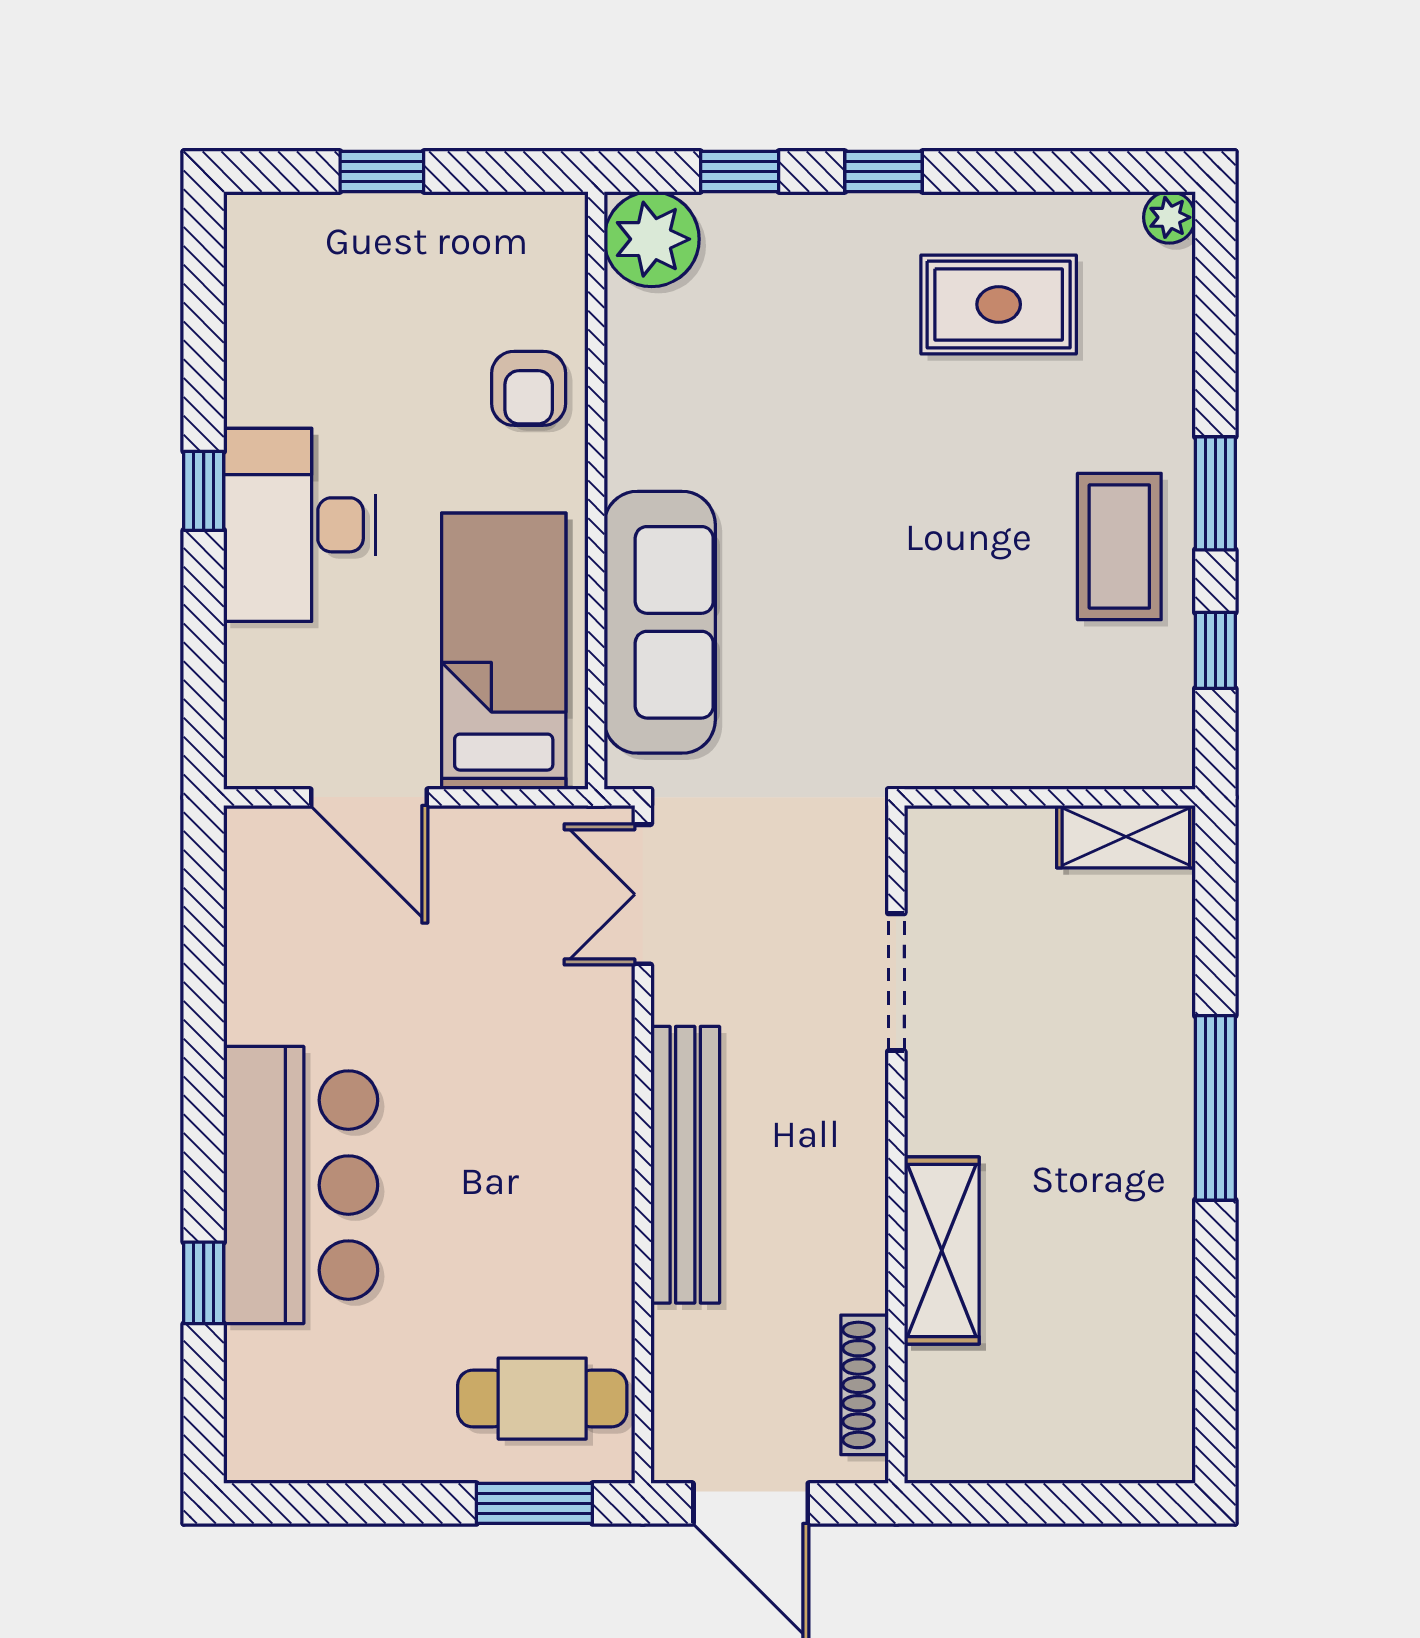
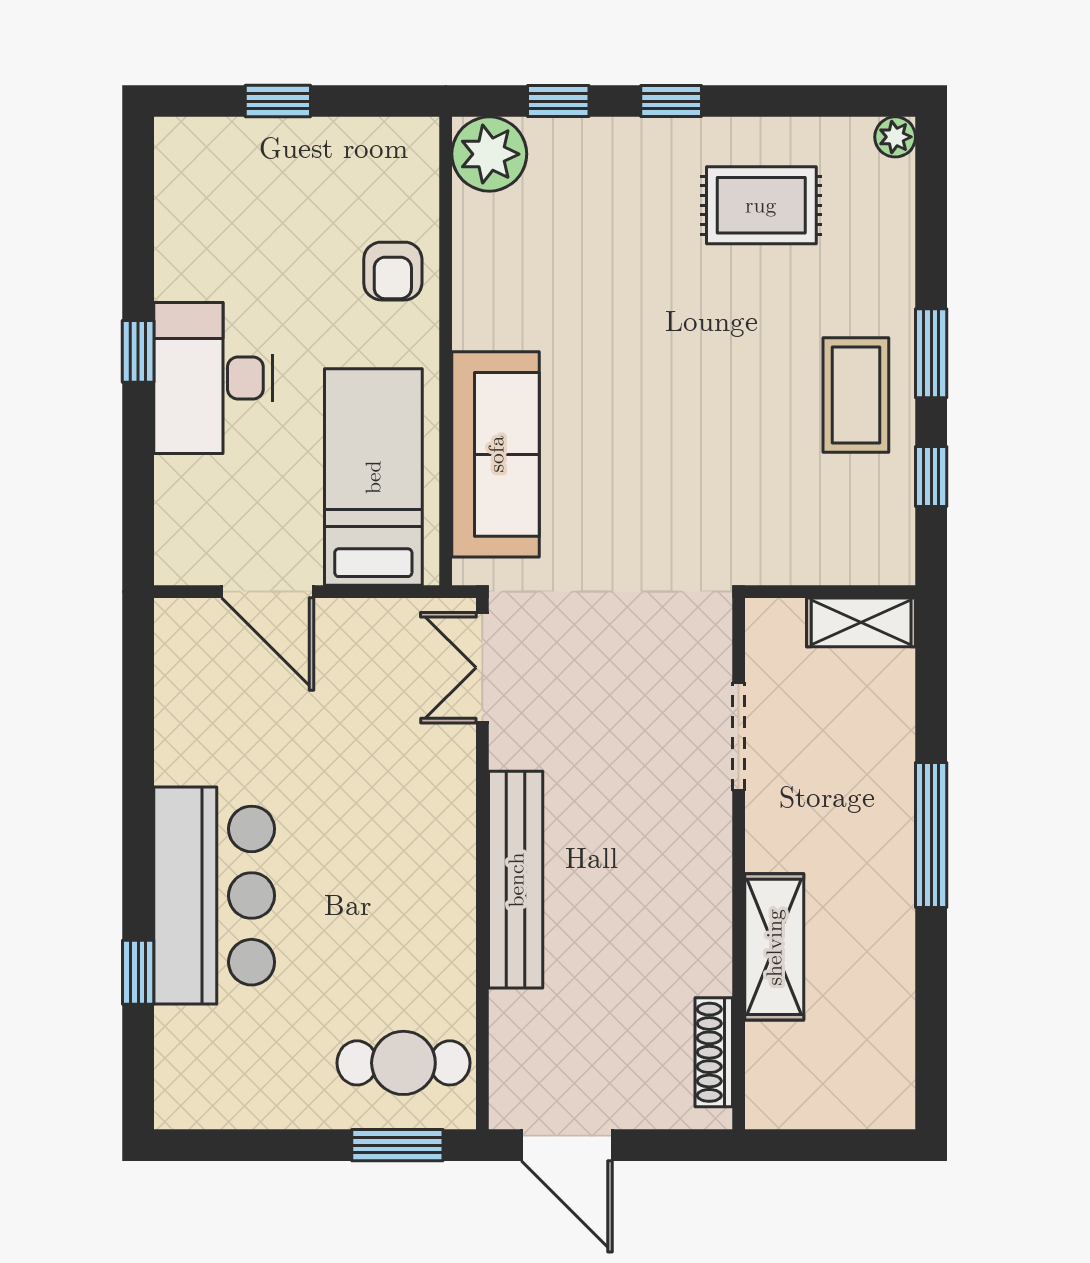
doorway: (896, 982) -> (739, 737), moved
wall: (896, 1144) -> (739, 864), moved
shelving: (942, 1251) -> (774, 947), moved
shoe rack: (865, 1385) -> (714, 1052), moved

